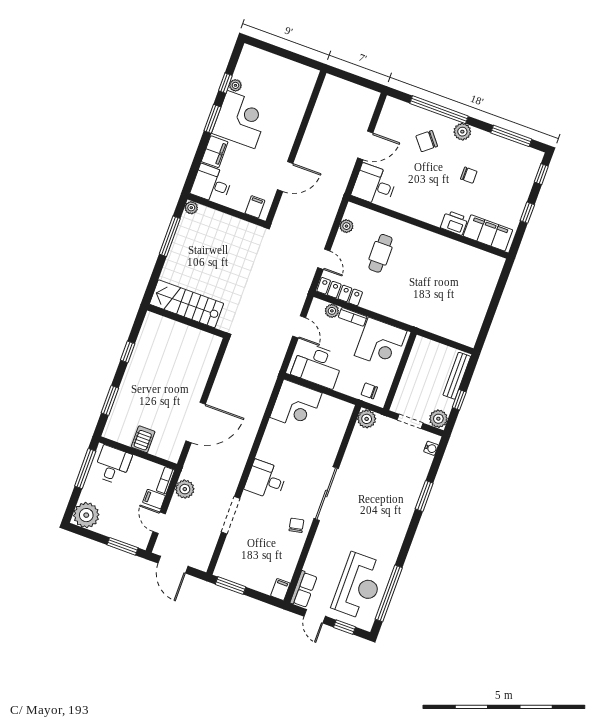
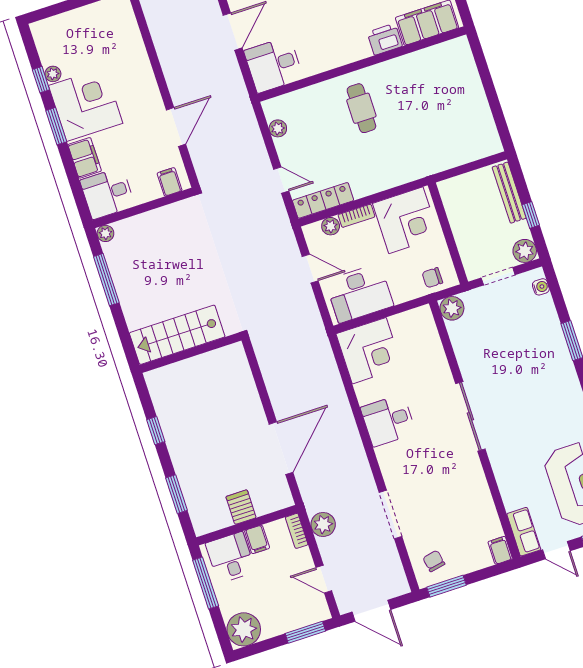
cafe table: (381, 253) -> (361, 108), moved
desk: (266, 480) -> (388, 420), moved
filing cabinet: (154, 499) -> (257, 539), moved, turned -90
chair: (296, 525) -> (434, 561), moved

